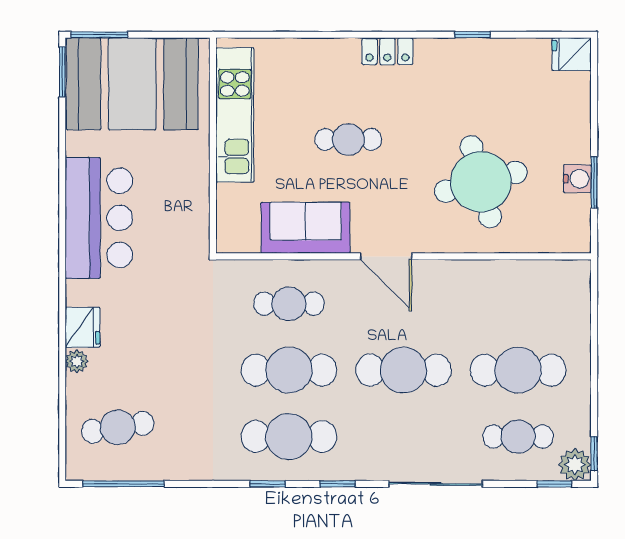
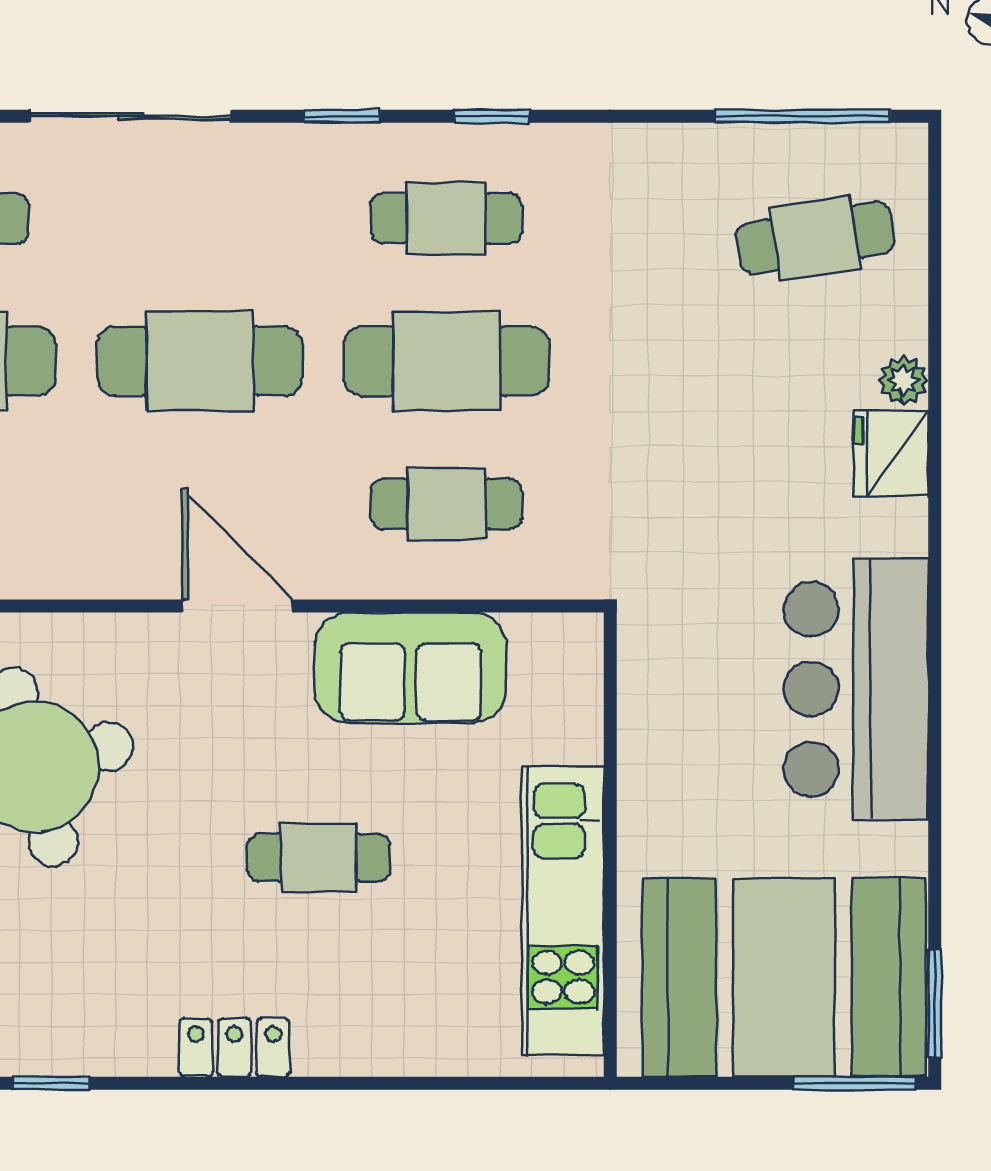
cafe table: (289, 436) -> (446, 218), width x0.73, depth x0.74

